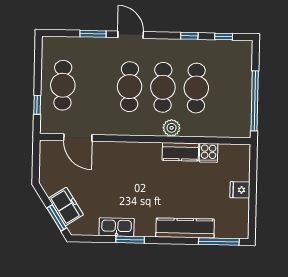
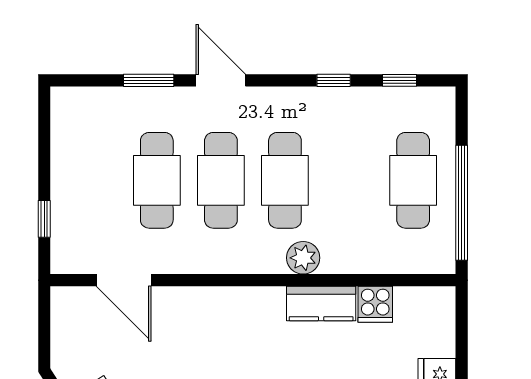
cafe table: (63, 85) -> (157, 180), moved
cafe table: (196, 88) -> (413, 180), moved

